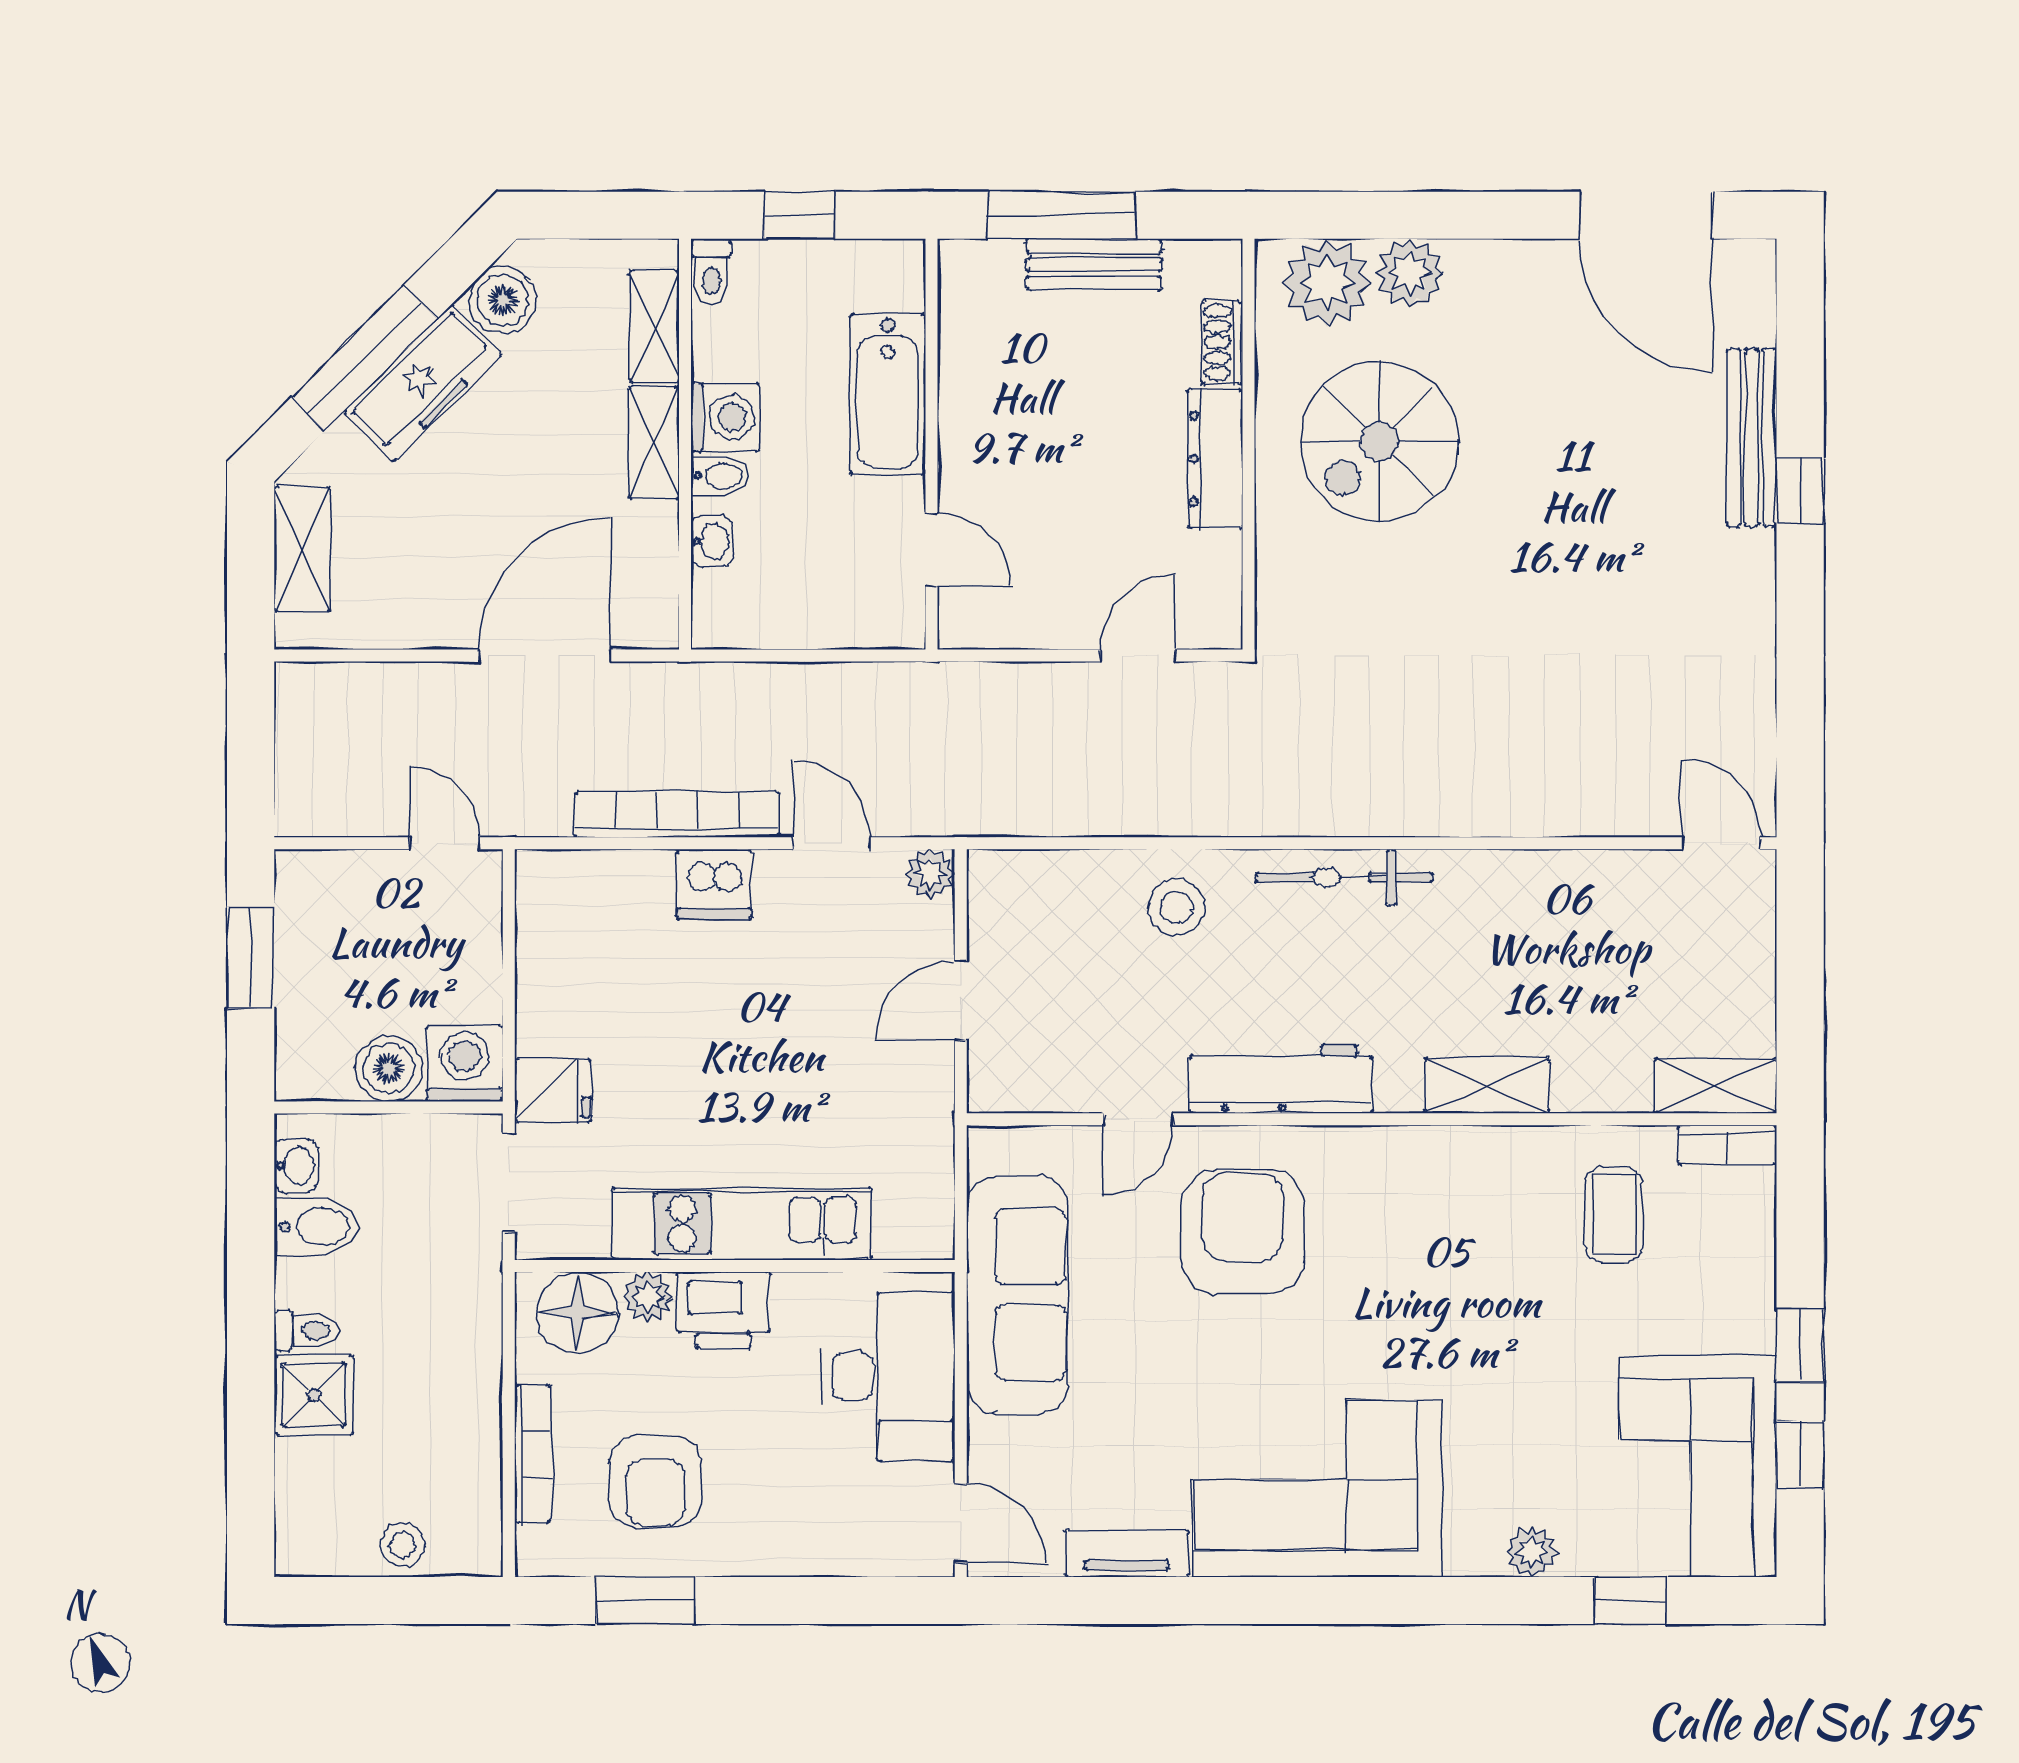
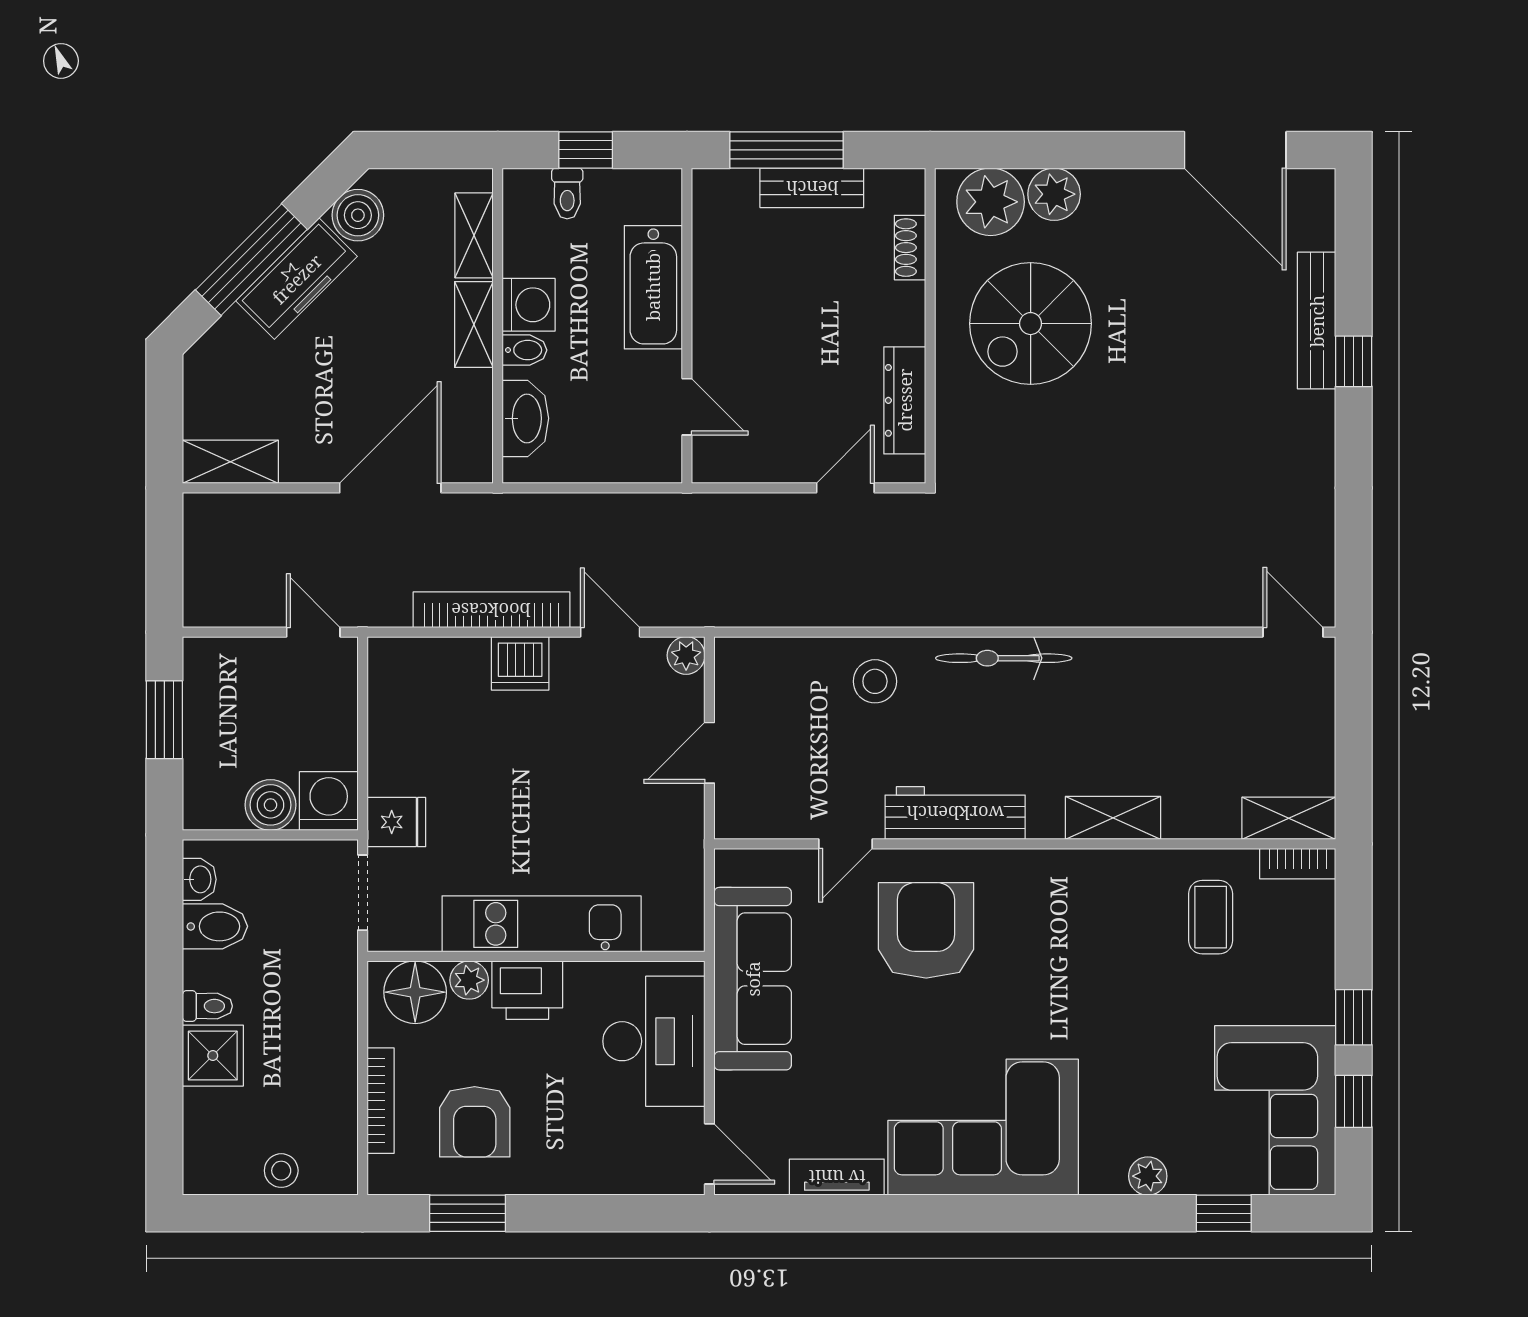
toilet: (711, 272) -> (567, 193), moved
dresser: (1215, 459) -> (905, 400), moved
washbasin: (712, 541) -> (525, 418), width x1.91, depth x1.45
shelving: (302, 549) -> (230, 462), moved, turned 90

